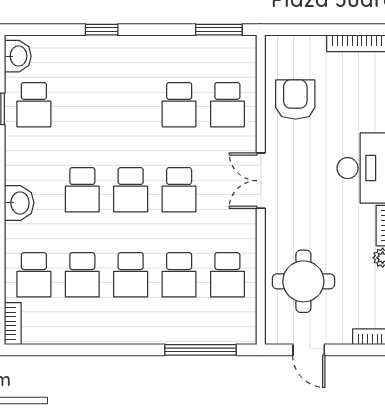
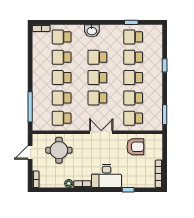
washbasin: (18, 56) -> (154, 30), removed
school desk: (82, 105) -> (133, 57), added
school desk: (131, 105) -> (133, 78), added

